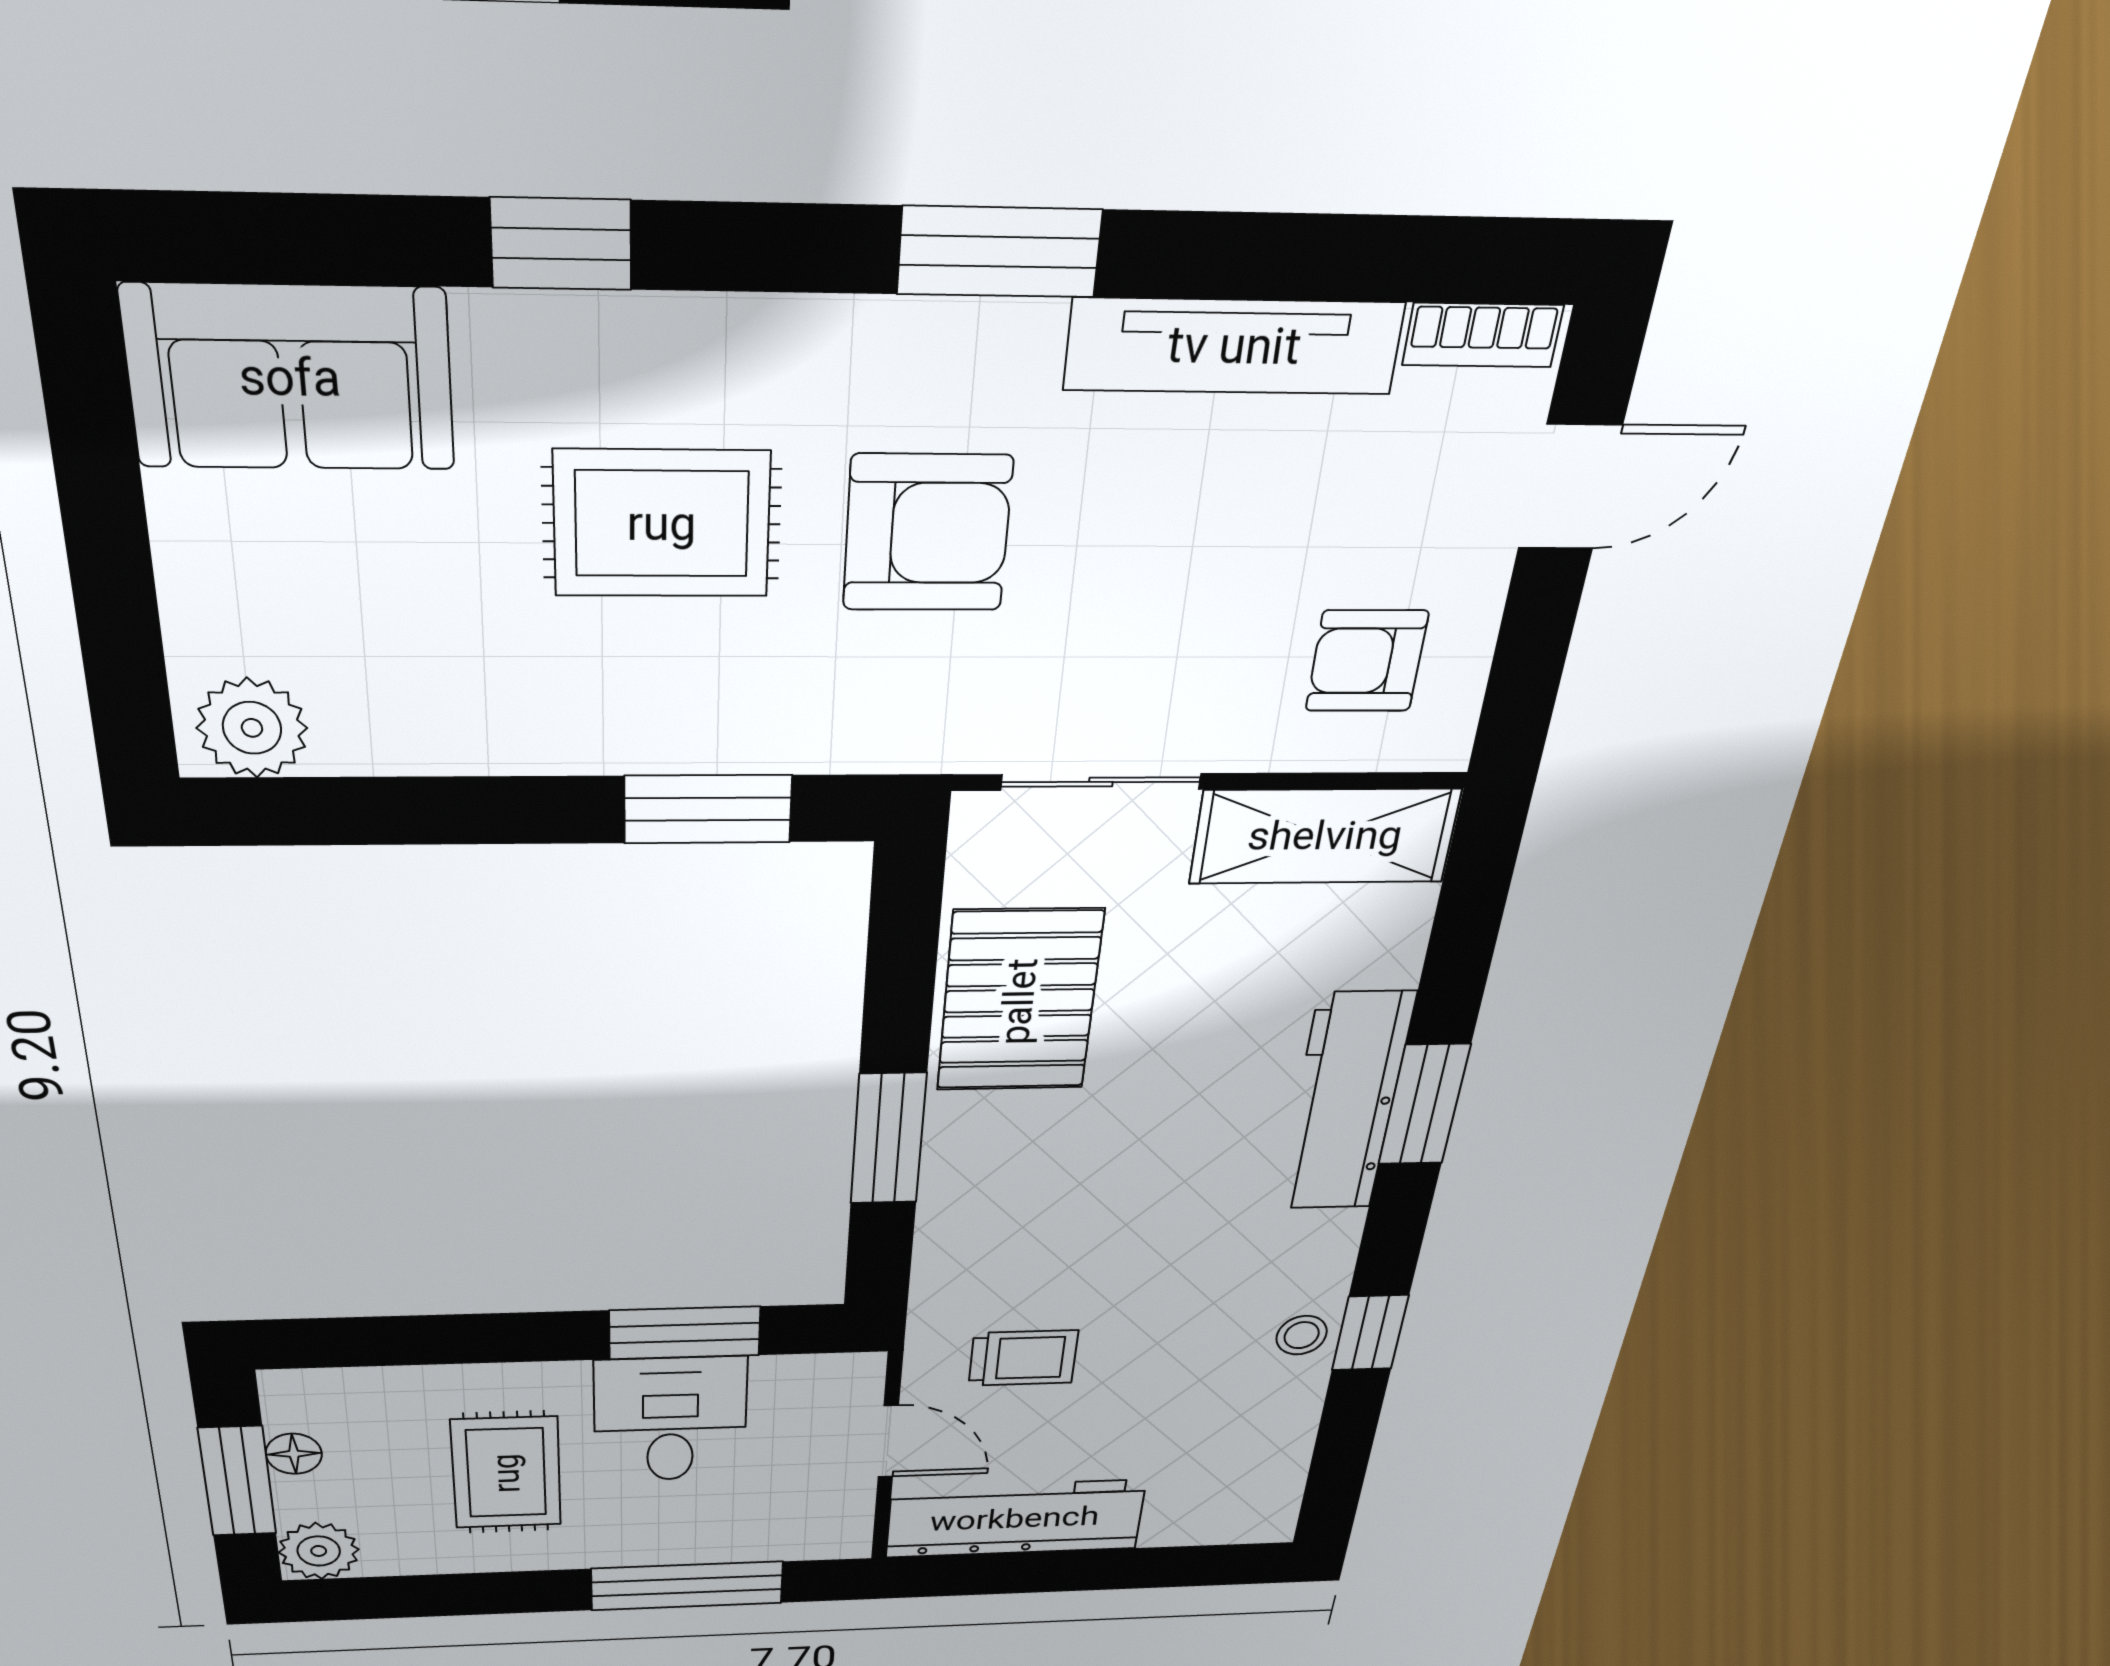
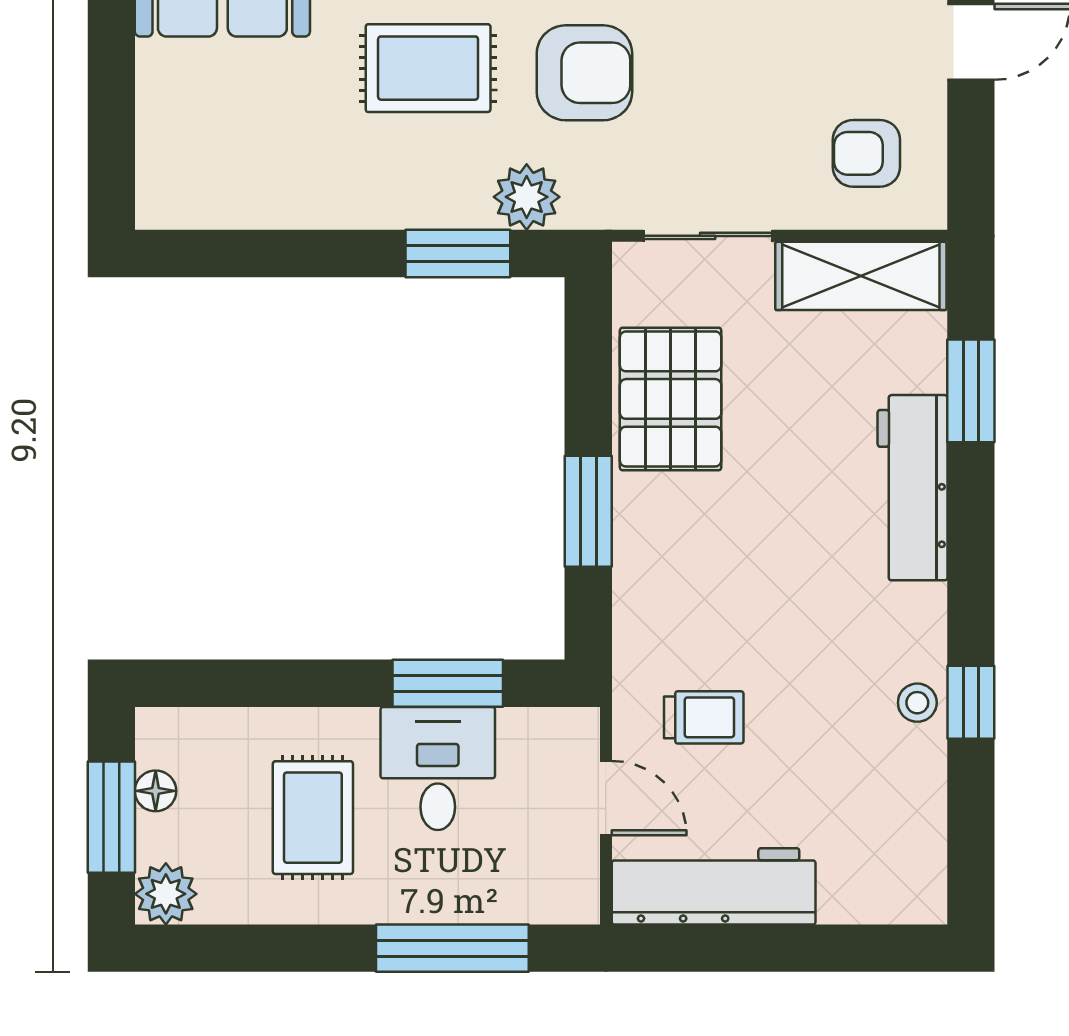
plant: (252, 728) -> (527, 197), moved
window: (1424, 1105) -> (971, 391), moved

